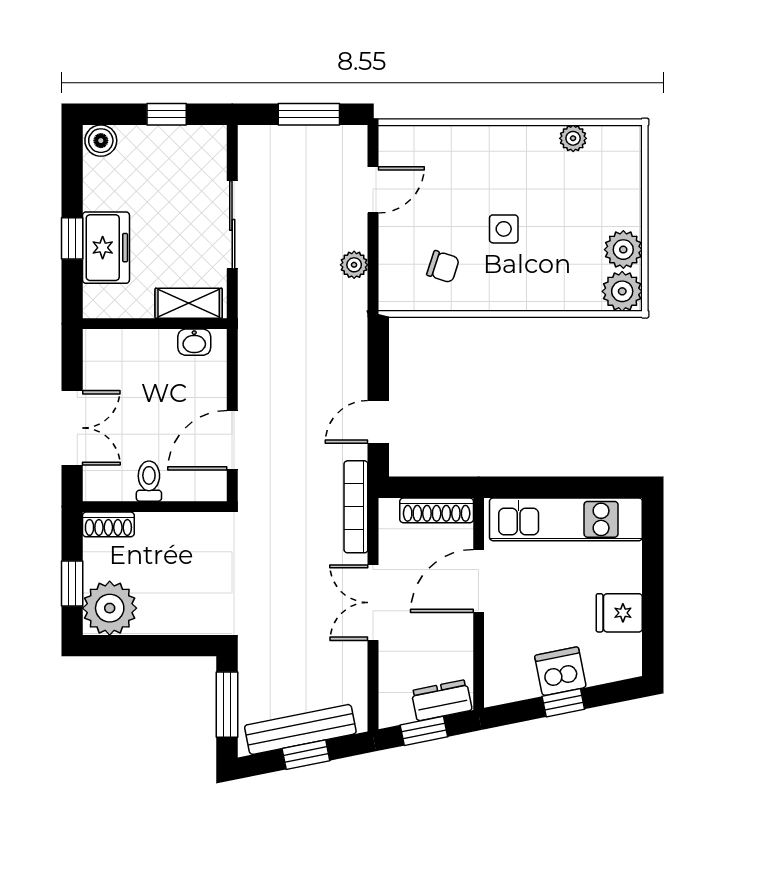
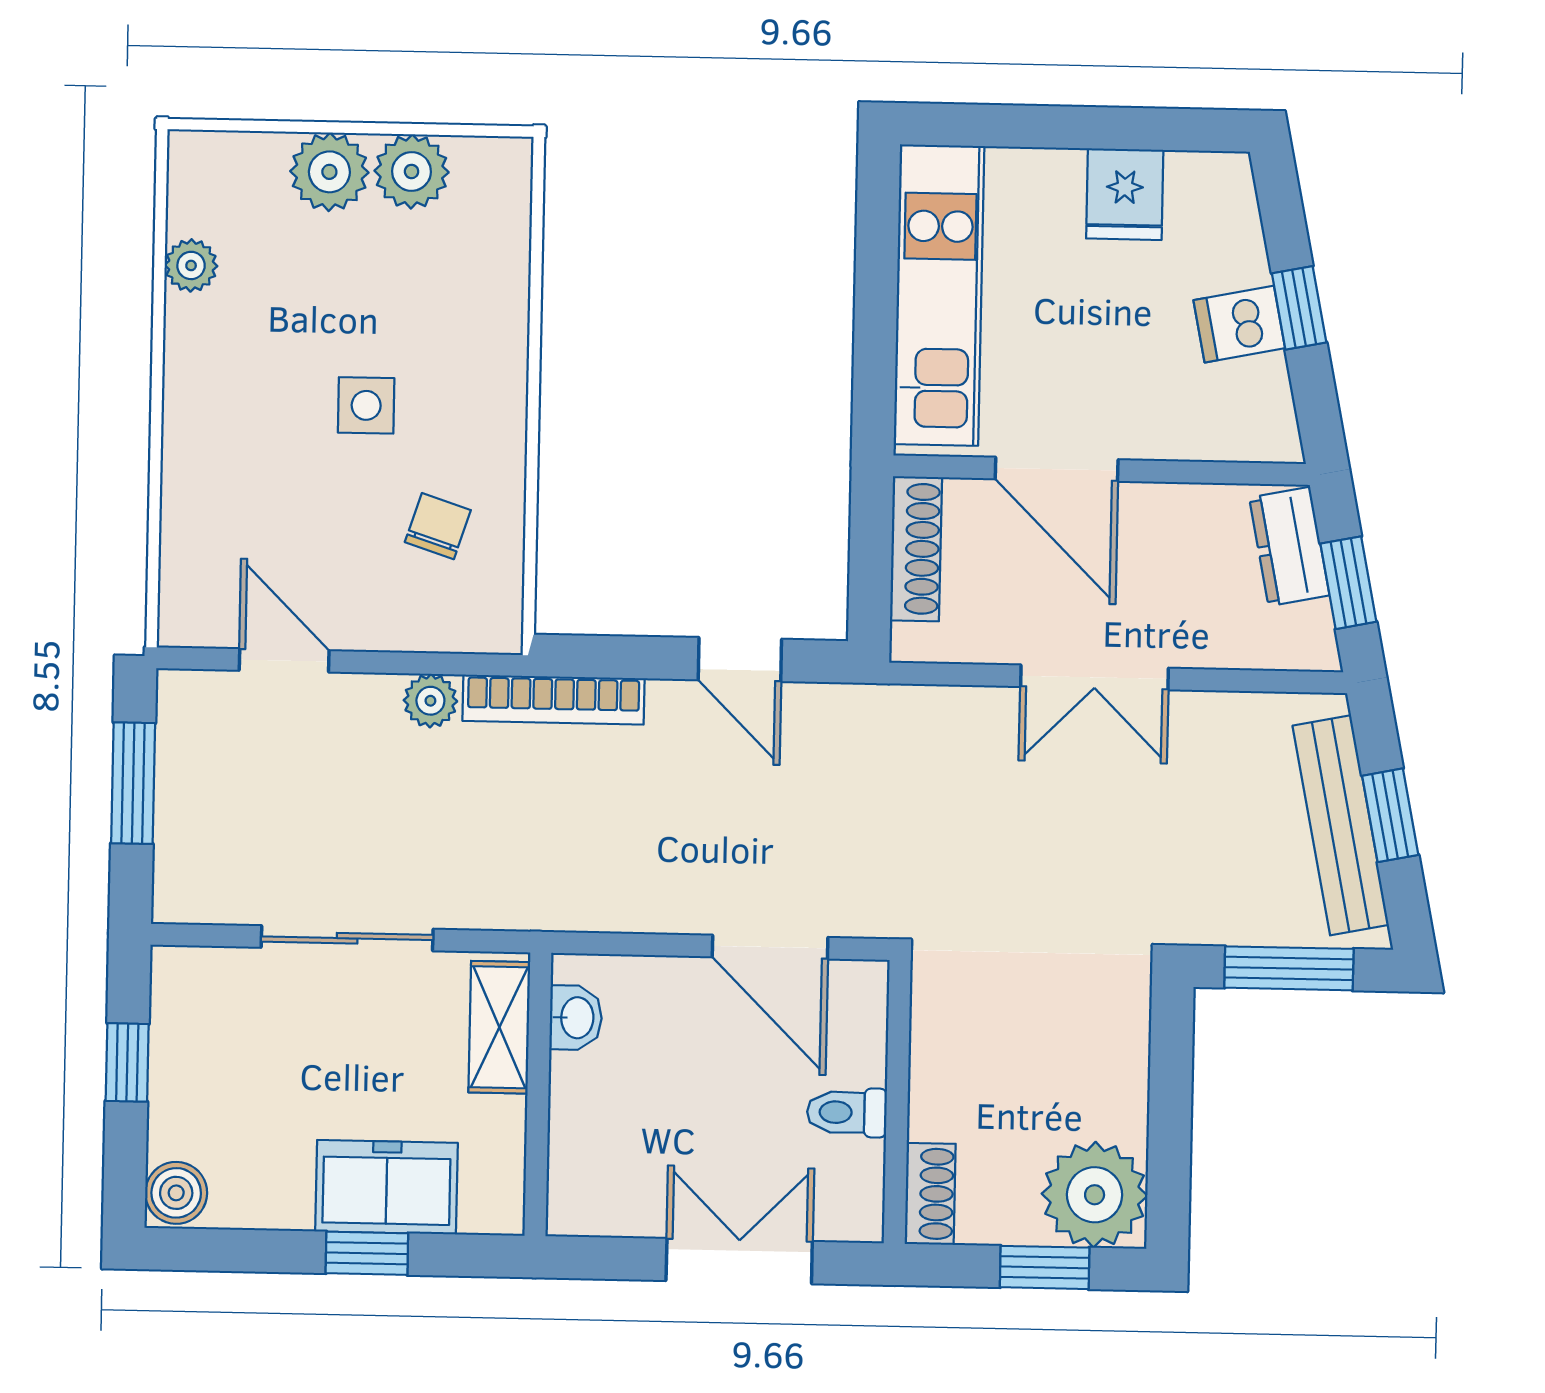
plant: (622, 291) -> (329, 172), moved
bookcase: (356, 507) -> (554, 700), moved
dishwasher: (560, 671) -> (1239, 324), width x0.73

